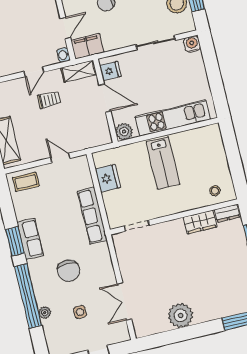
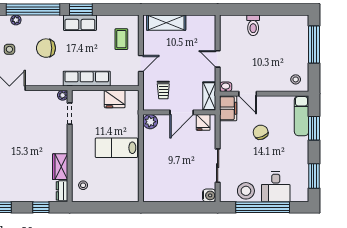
trolley: (49, 100) -> (163, 90), moved
kitchen unit: (173, 118) -> (152, 165), removed
coffee table: (26, 182) -> (121, 39), moved
plant: (118, 239) -> (63, 95), added

